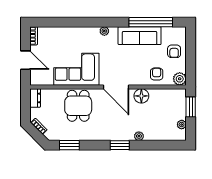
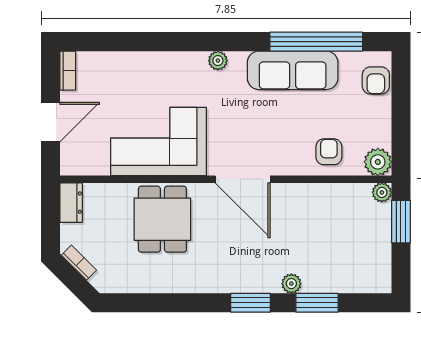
armchair: (174, 51) -> (376, 80), moved
door: (26, 60) -> (51, 122), hinge flipped
floor lamp: (141, 96) -> (297, 198), removed
plant: (182, 125) -> (382, 192), moved
window: (69, 145) -> (317, 303), moved

